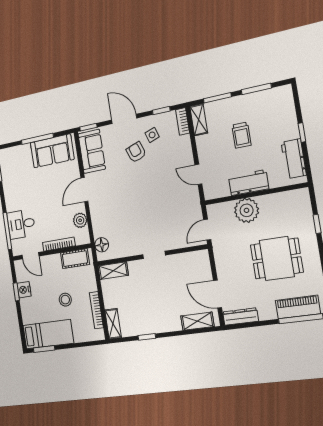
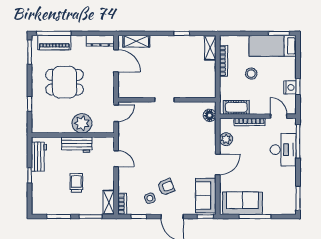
armchair: (136, 152) -> (166, 187), turned -92
desk: (21, 224) -> (283, 150), width x1.37
shelving: (113, 271) -> (203, 92), removed

